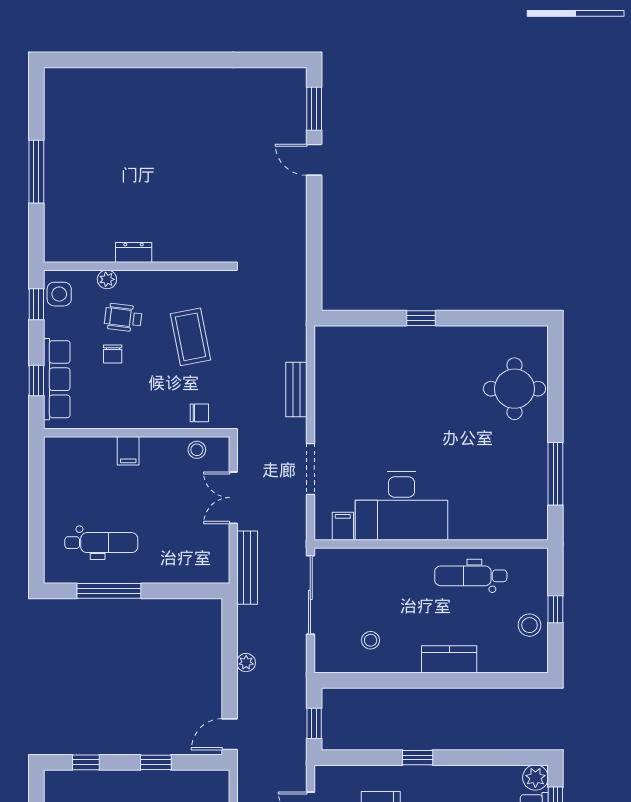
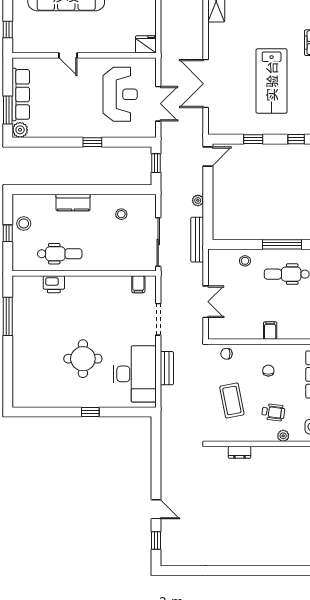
window: (314, 109) -> (156, 541), width x0.67
dresser: (134, 252) -> (240, 452), moved
chair: (113, 354) -> (268, 371), moved
round table: (514, 389) -> (83, 359), moved
stool: (197, 450) -> (245, 261), moved
desk: (401, 506) -> (135, 374), moved, turned 90
printer: (480, 526) -> (54, 284), added
bench: (247, 568) -> (197, 240), moved

